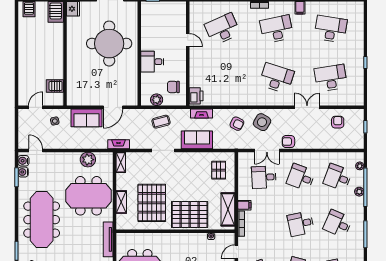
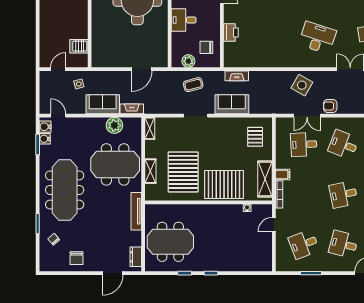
printer: (196, 96) -> (231, 32), moved
sofa: (87, 118) -> (103, 104), moved, turned 180
armchair: (237, 124) -> (275, 87), removed
fireplace: (119, 144) -> (132, 109), moved

